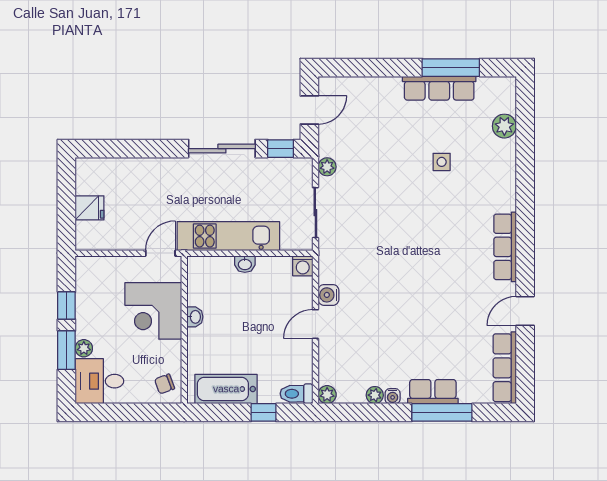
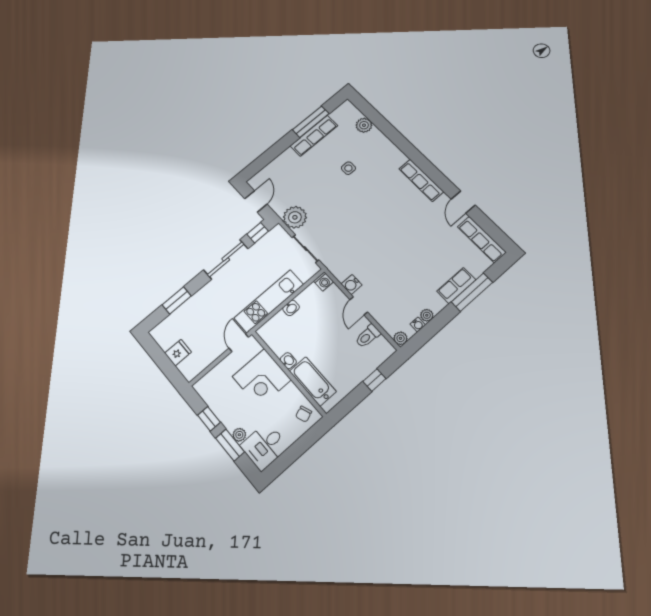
window: (133, 149) -> (177, 300), added
plant: (327, 167) -> (295, 217), width x1.88, depth x1.88
bathtub: (226, 389) -> (313, 381), moved, turned 90
toilet: (296, 394) -> (368, 336), moved
water cooler: (393, 396) -> (418, 325), moved

